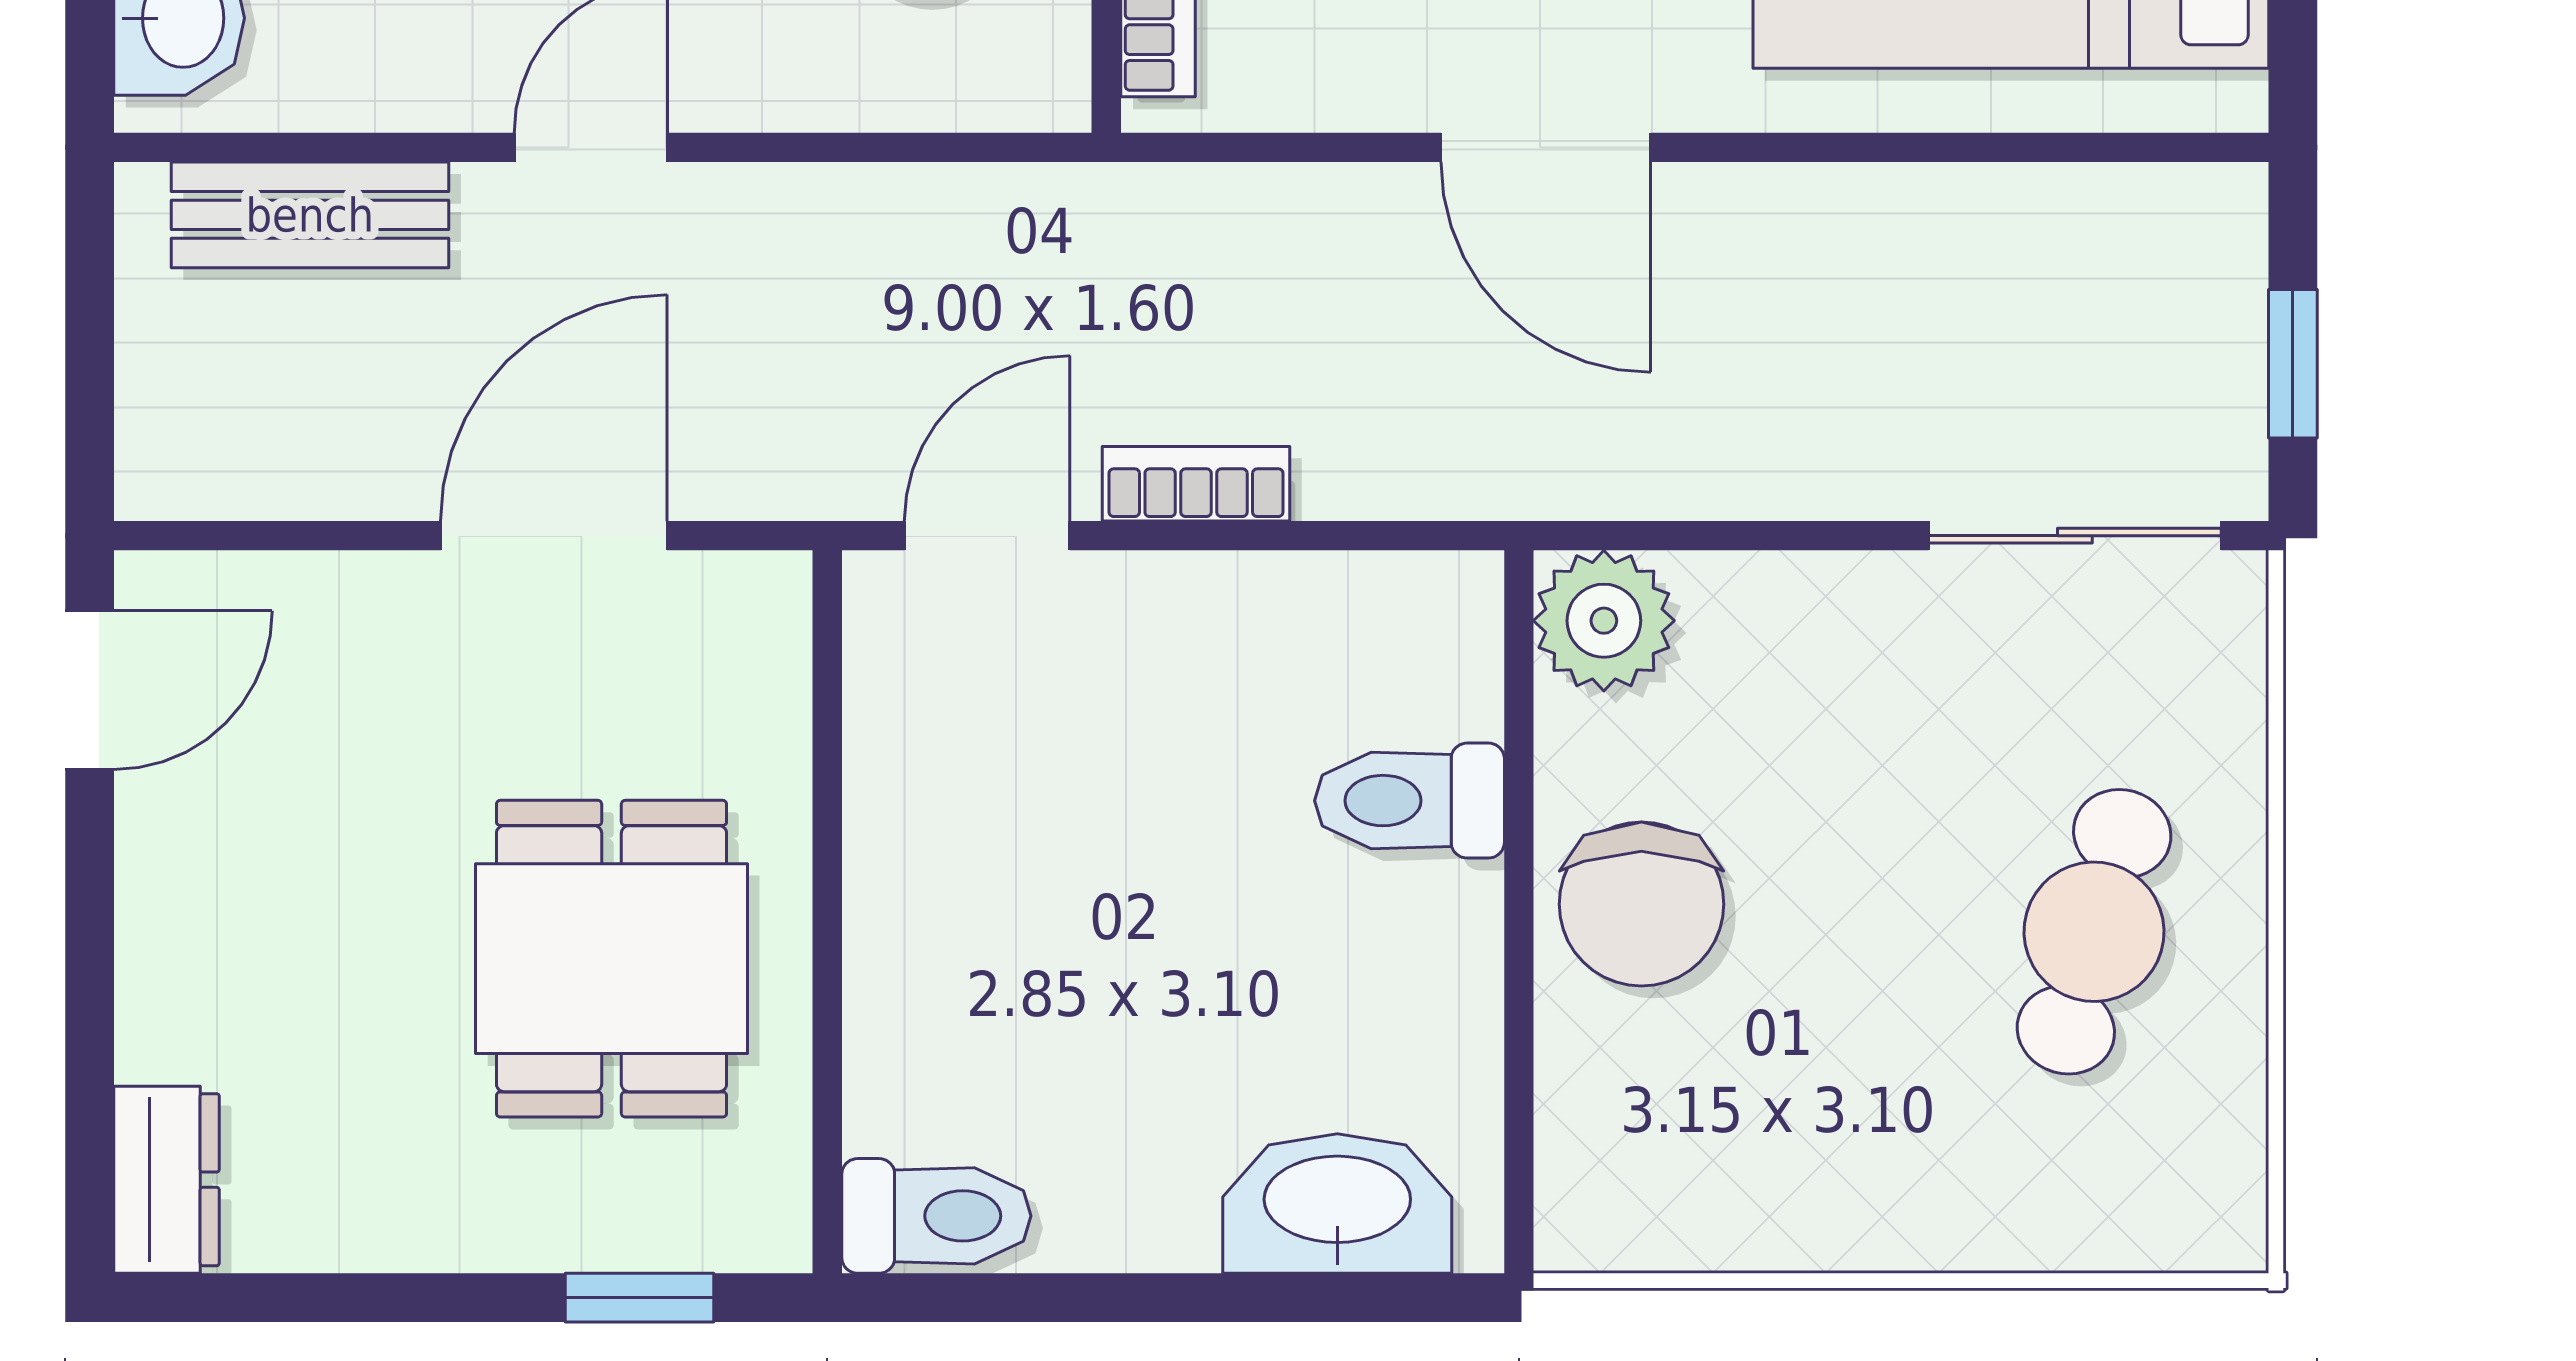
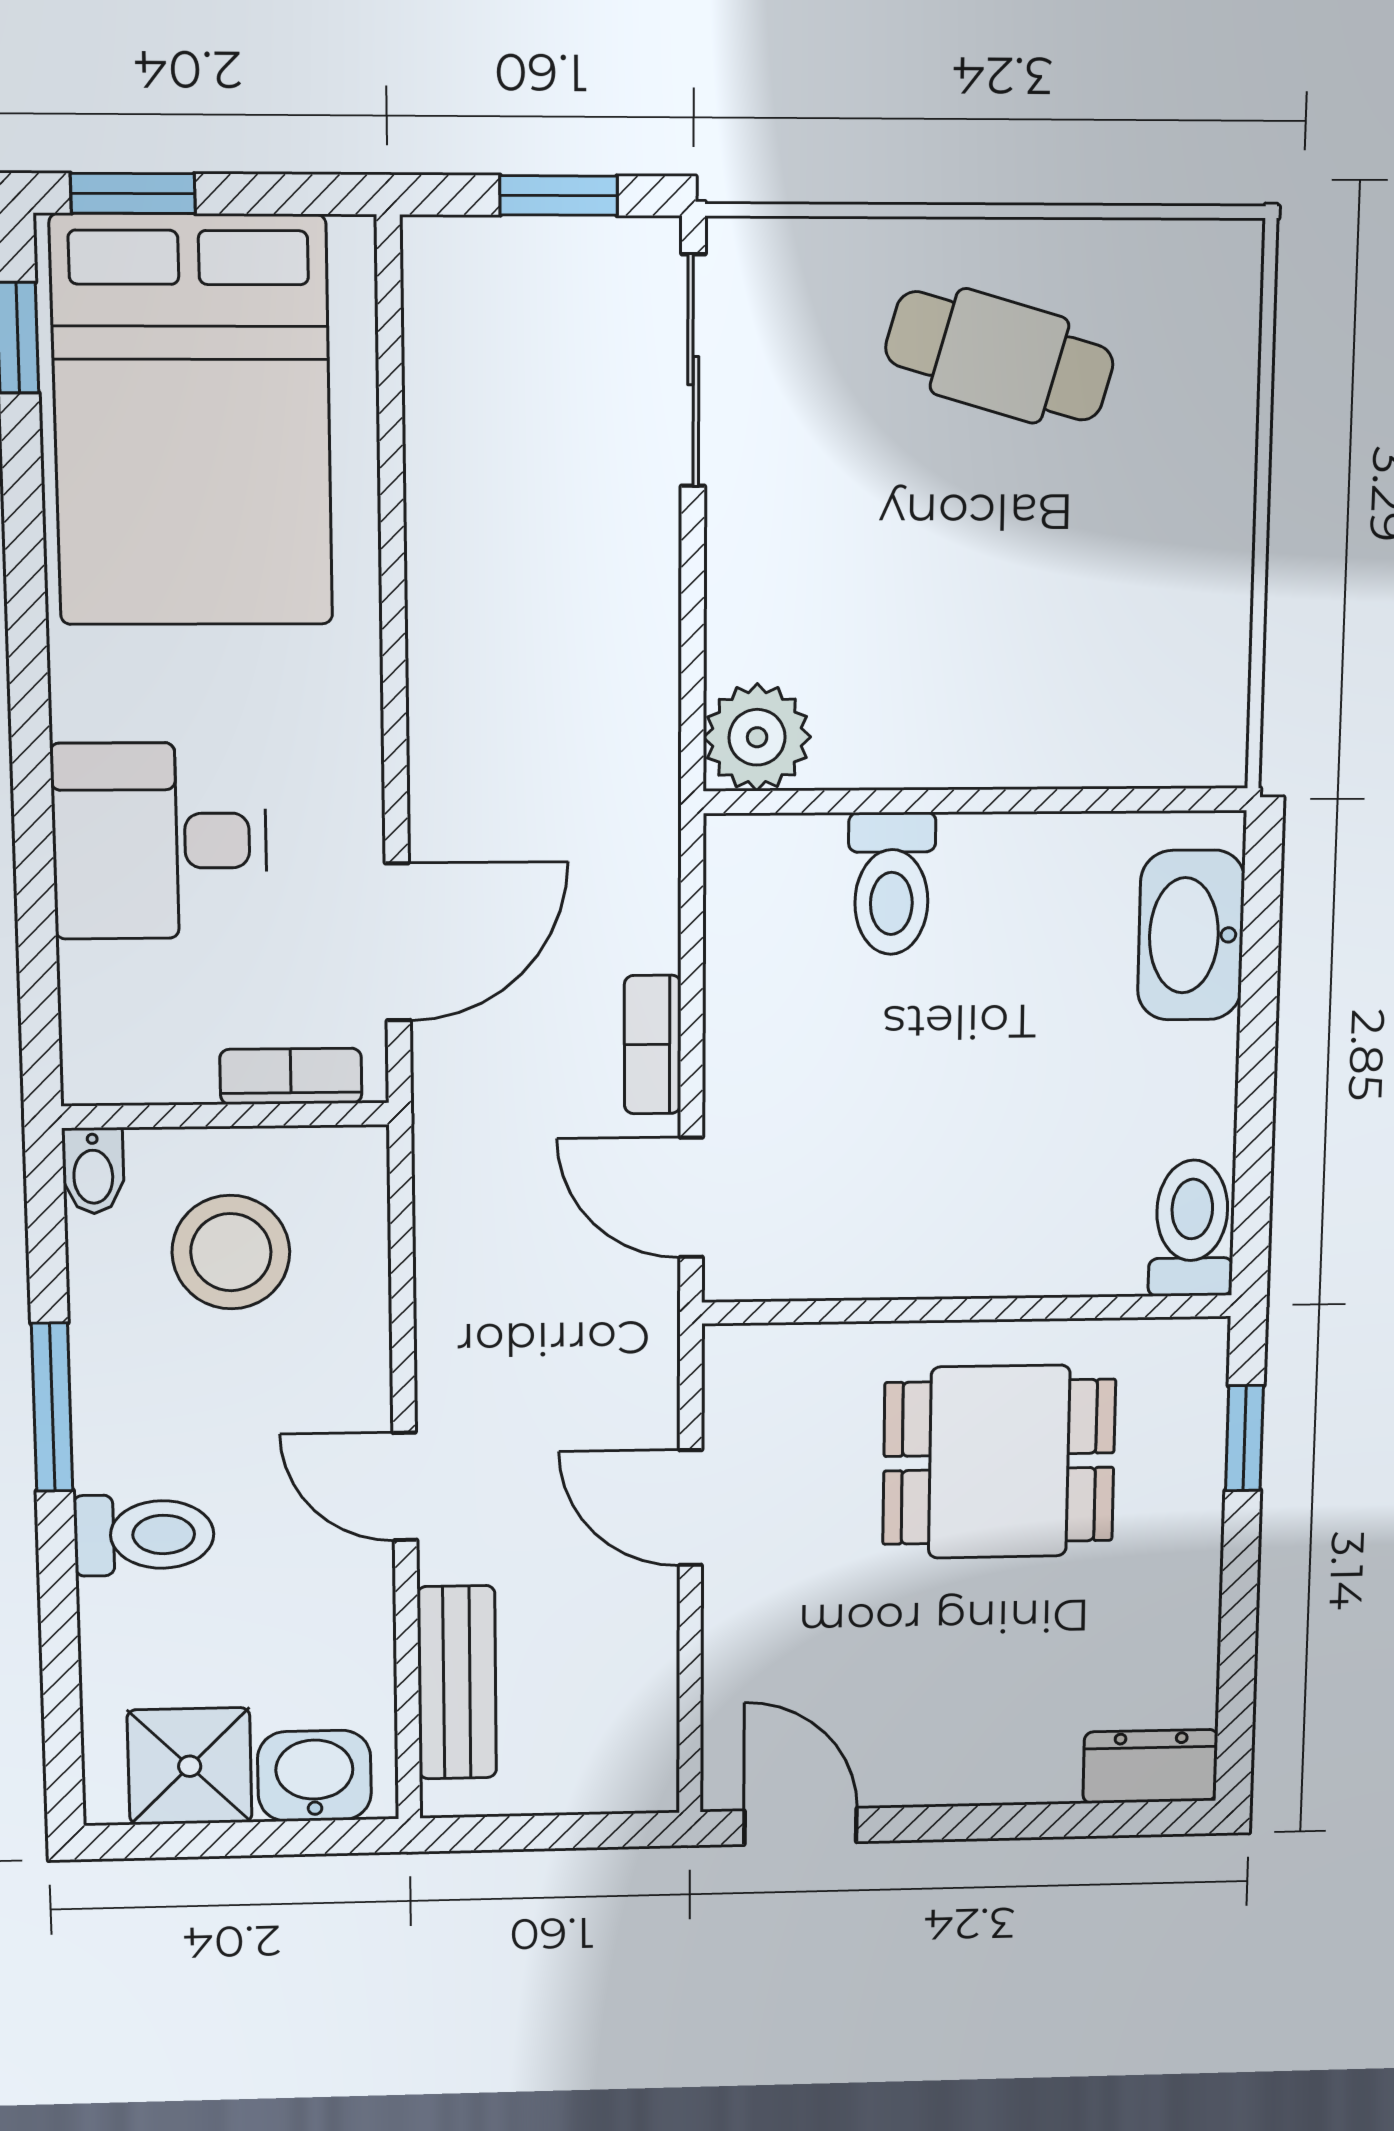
door: (1546, 147) -> (398, 942), moved
door: (554, 536) -> (691, 1508), width x0.73
chair: (1641, 904) -> (972, 708), removed

